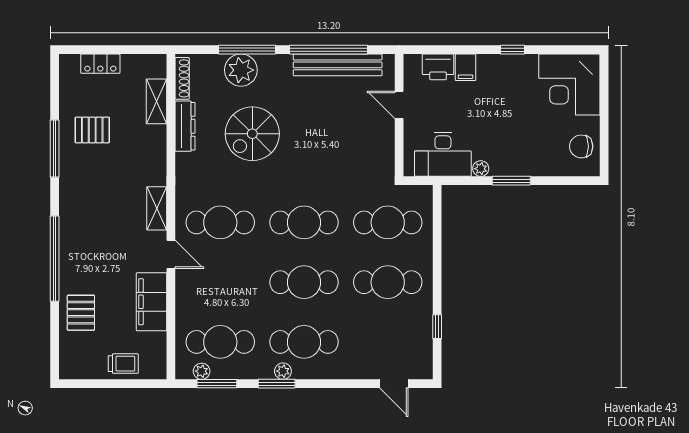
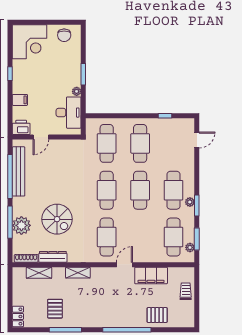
locker: (100, 64) -> (18, 316), moved
printer: (438, 67) -> (21, 127), moved, turned -90
shelving: (157, 208) -> (78, 273), moved

